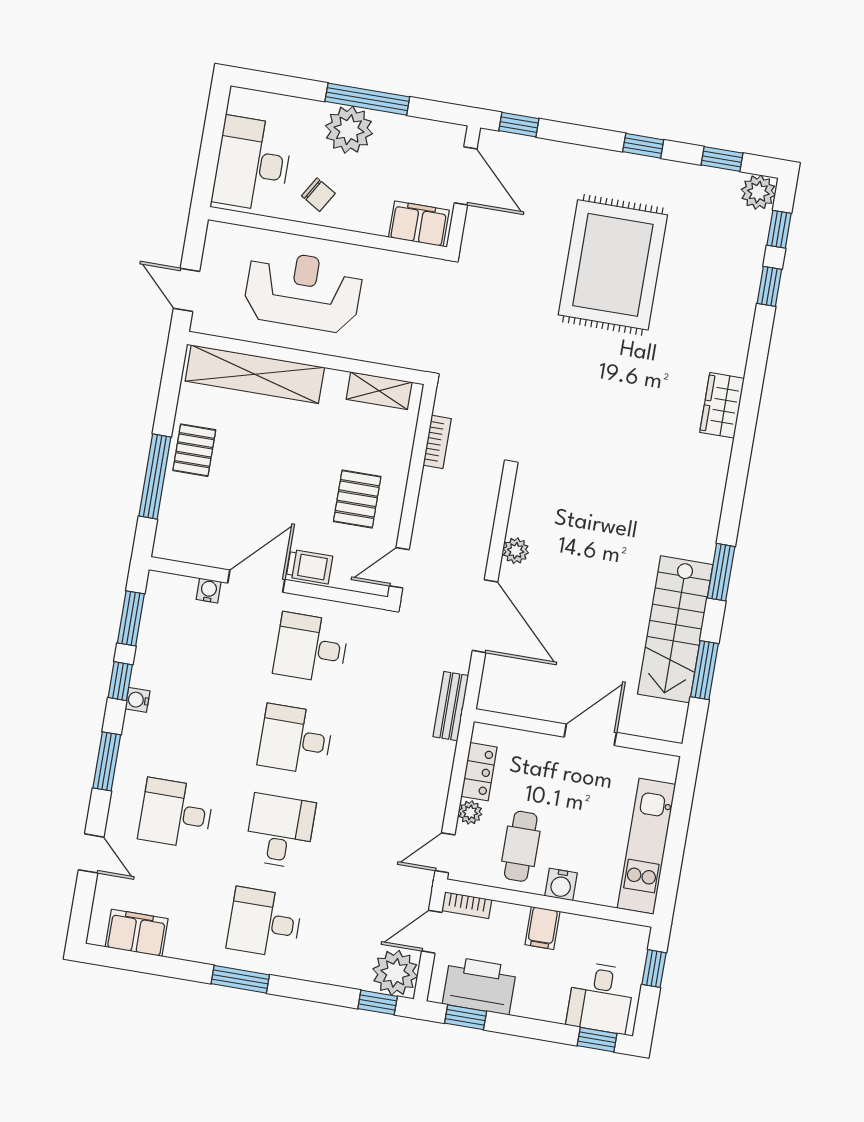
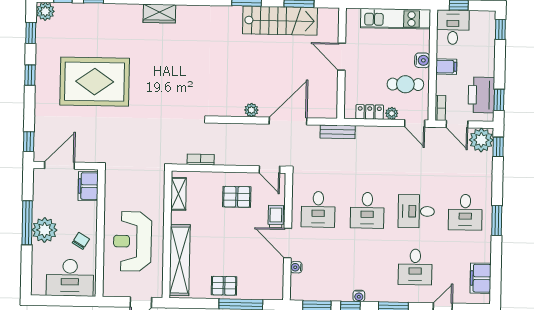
desk: (601, 998) -> (453, 27), moved, turned -90

